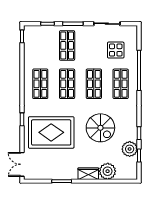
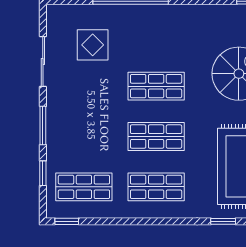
shop shelf: (67, 45) -> (84, 187), moved
shop shelf: (121, 84) -> (156, 36), removed

